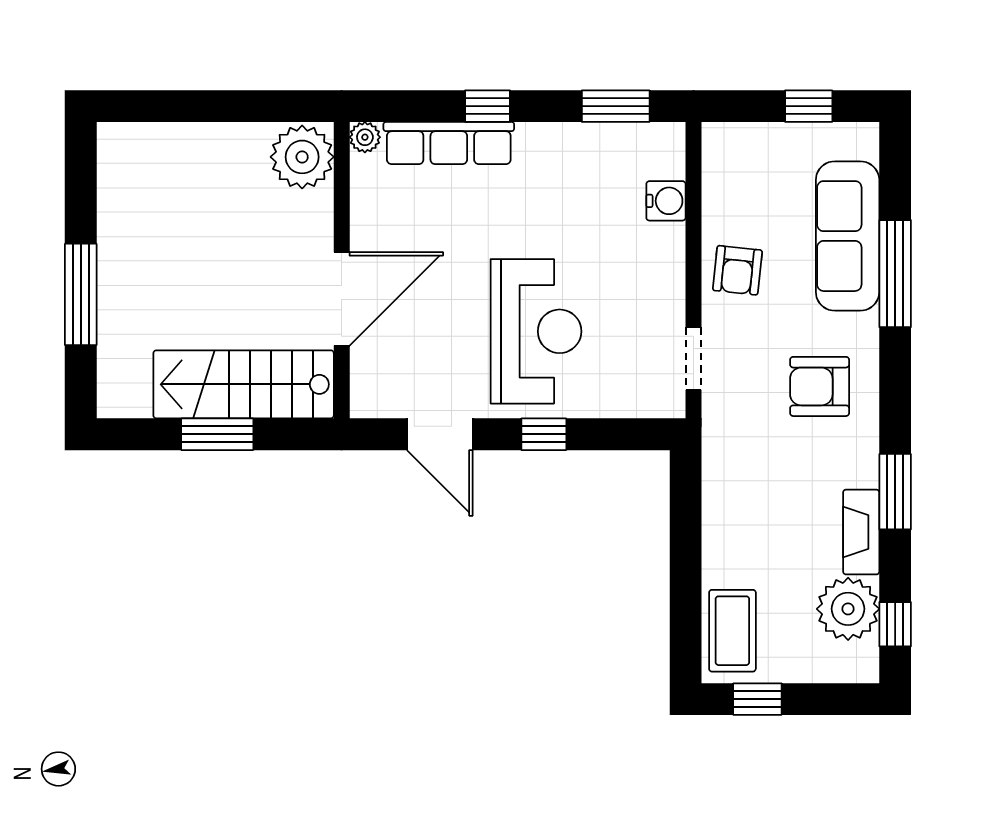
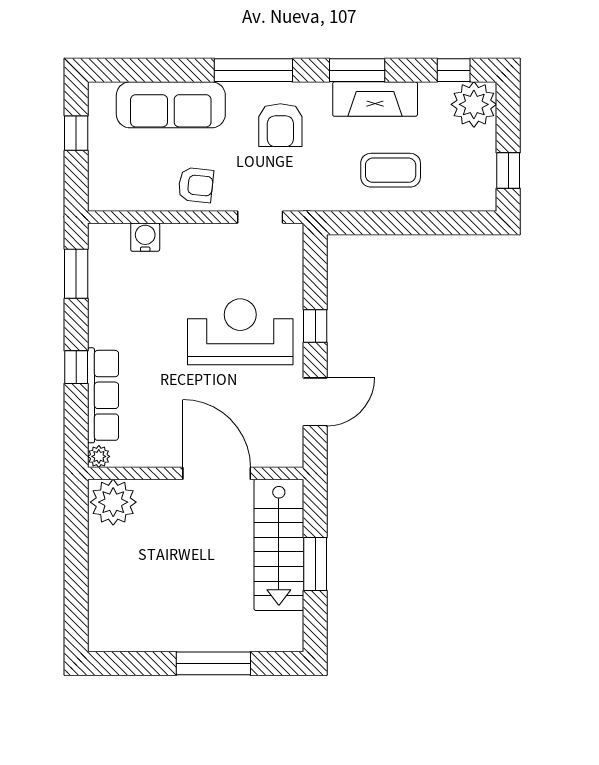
window: (895, 274) -> (253, 70), moved
fireplace: (861, 532) -> (375, 99), width x1.37, depth x1.32
plant: (848, 609) -> (474, 104), moved
coffee table: (732, 631) -> (391, 170), moved

